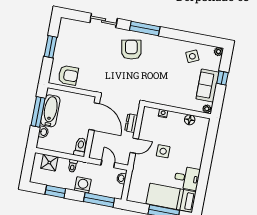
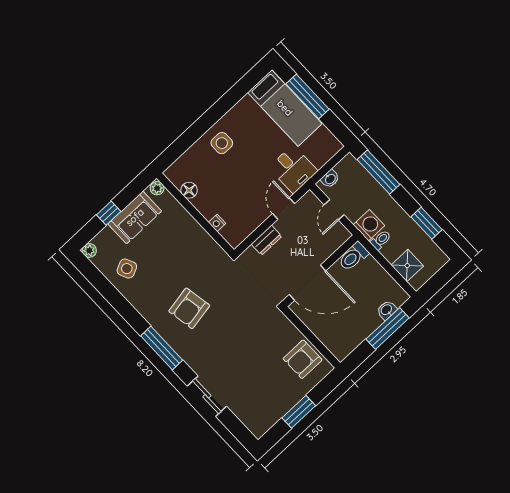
armchair: (131, 50) -> (189, 308), moved
armchair: (68, 75) -> (303, 359), turned -90
bathtub: (50, 111) -> (358, 330), removed
window: (38, 112) -> (388, 328), moved
door: (94, 116) -> (308, 283), swing flipped
door: (134, 146) -> (284, 208), hinge flipped
side table: (163, 151) -> (222, 143), moved
desk: (187, 178) -> (293, 169), moved, turned 180
washing machine: (83, 185) -> (369, 225), moved, turned 180

